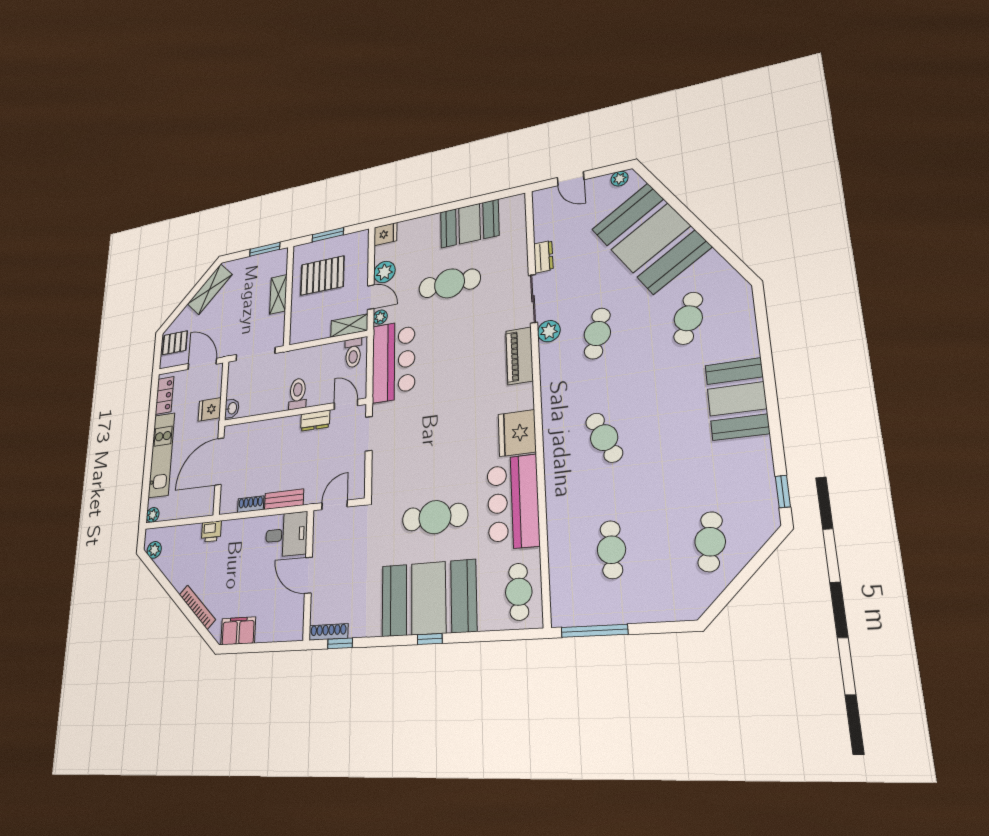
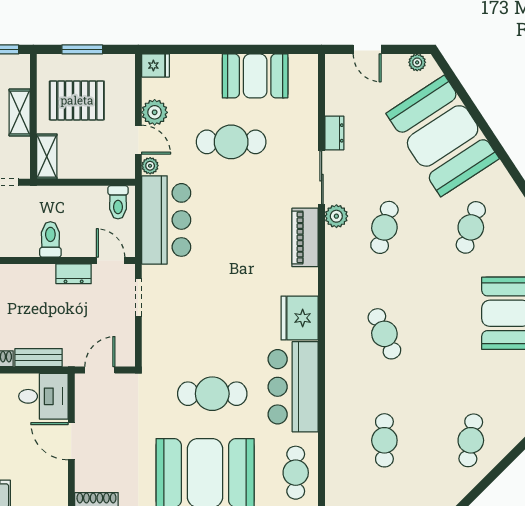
shelving: (349, 326) -> (47, 157), moved, turned 90

